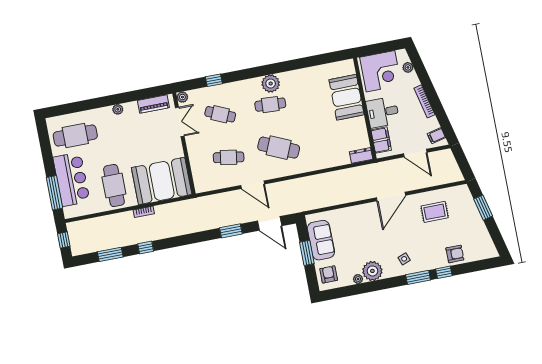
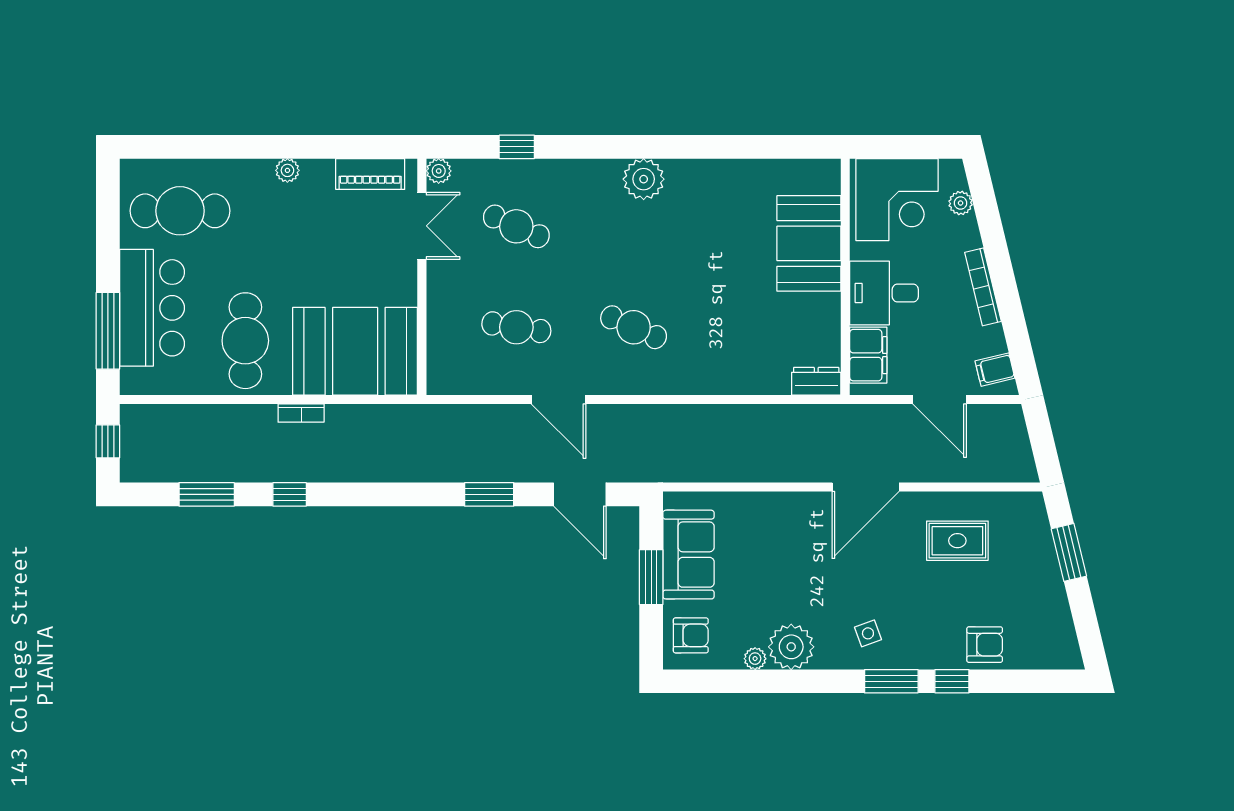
cafe table: (270, 105) -> (634, 226), removed
cafe table: (279, 148) -> (634, 327), width x0.73, depth x0.74
armchair: (329, 274) -> (691, 635), turned 90

